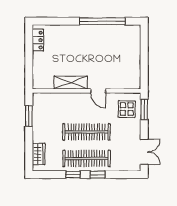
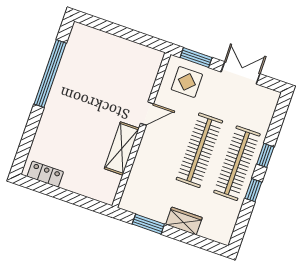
double door: (144, 152) -> (240, 73), moved
wardrobe: (39, 154) -> (184, 221), moved

